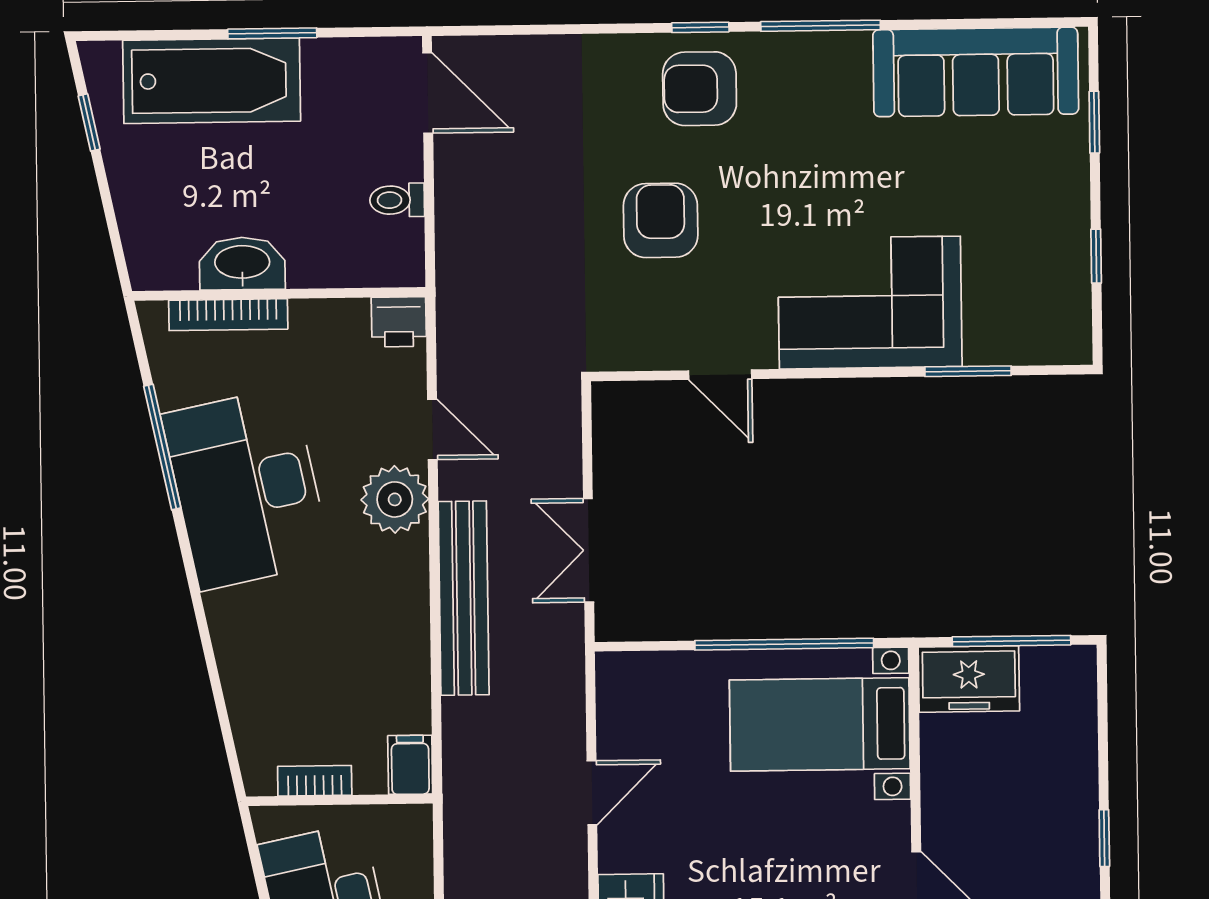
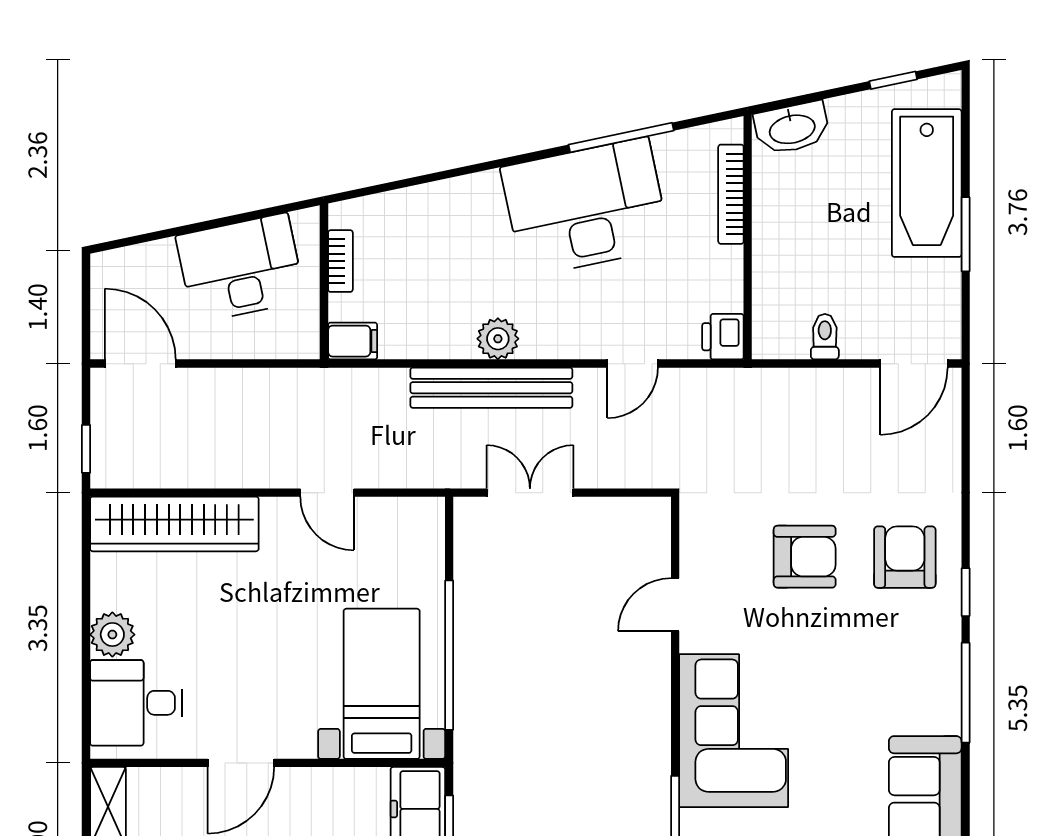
armchair: (700, 89) -> (905, 557), moved
washbasin: (242, 263) -> (792, 128), moved, turned 78
plant: (395, 499) -> (498, 339), moved, width x0.73, depth x0.73

